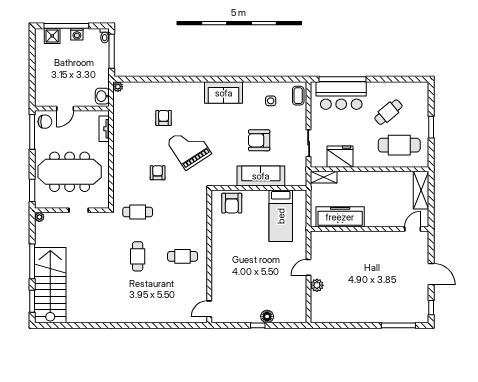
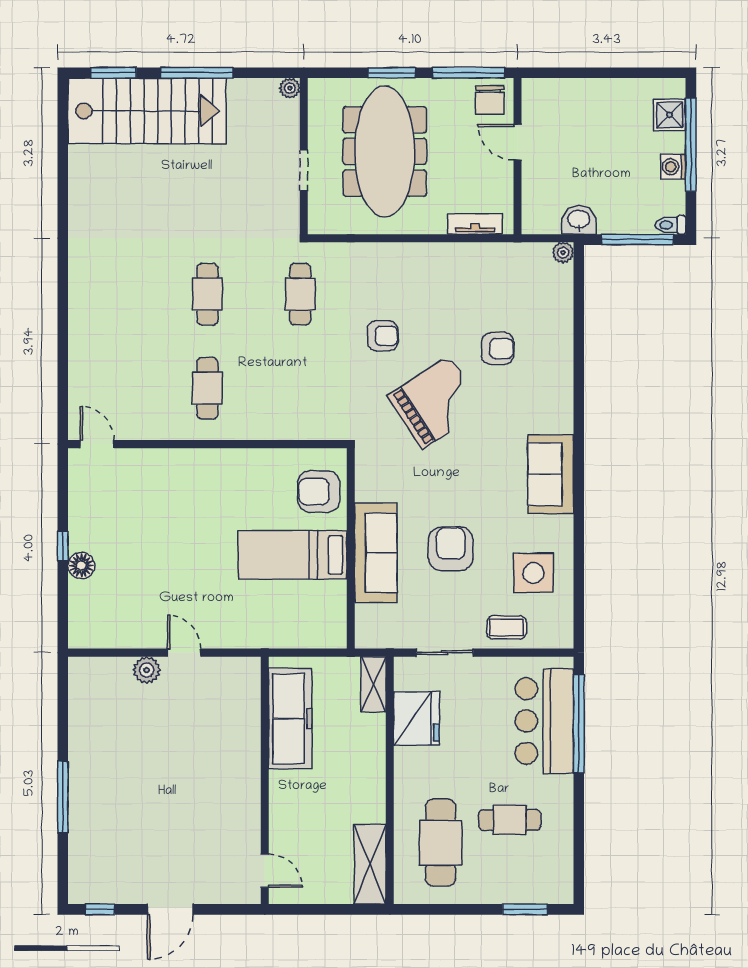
washbasin: (102, 96) -> (579, 220), moved
coffee table: (298, 96) -> (507, 627), moved
side table: (271, 101) -> (533, 573), width x1.87, depth x1.87
cafe table: (388, 112) -> (510, 820), turned -50
window: (431, 127) -> (525, 909), moved
window: (32, 190) -> (392, 73), moved
shelving: (421, 190) -> (370, 864), moved, turned 90
bed: (281, 216) -> (293, 555), moved
cafe table: (138, 256) -> (207, 294), turned 90
window: (398, 325) -> (63, 797), moved

